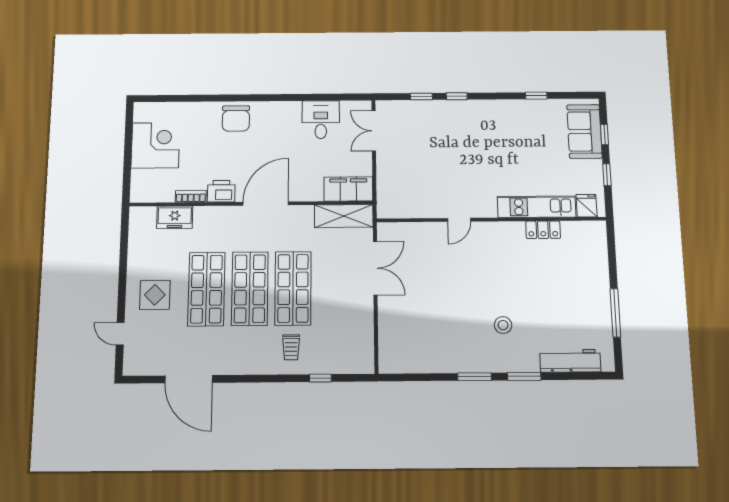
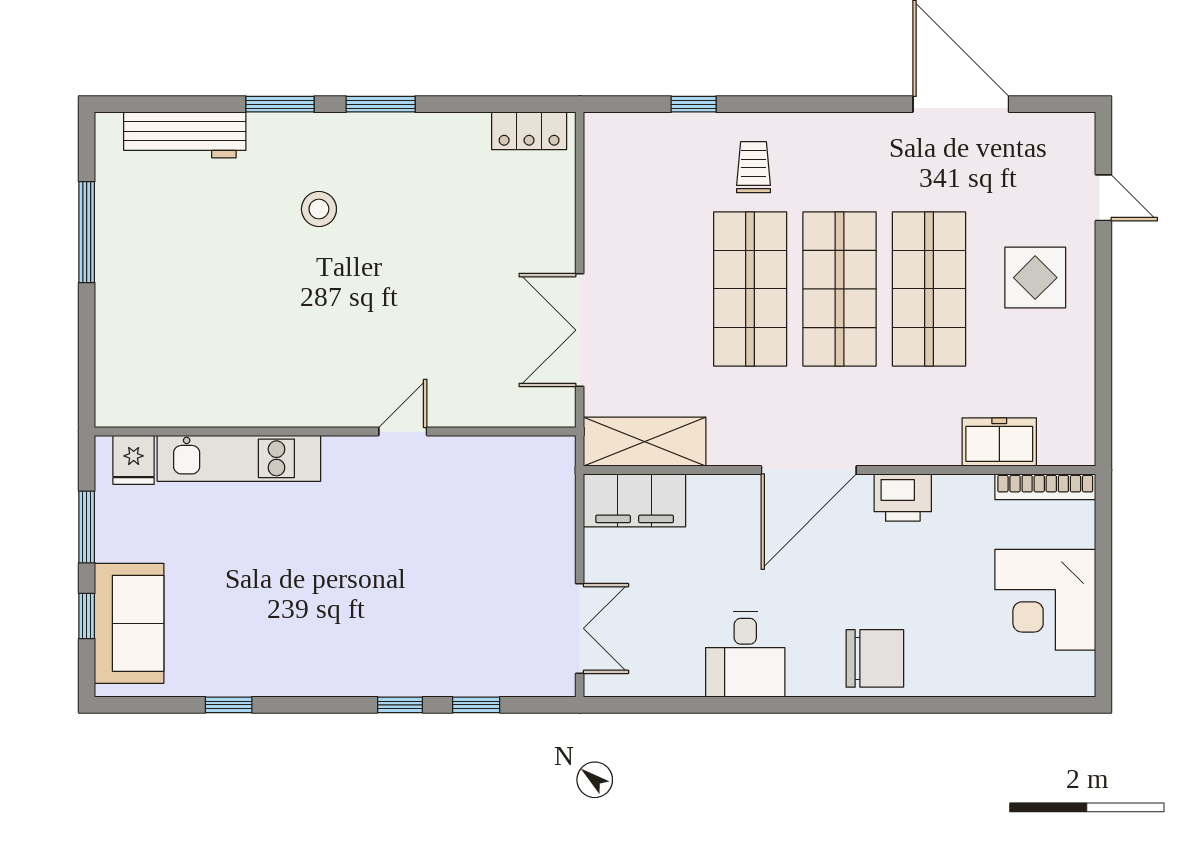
chair: (236, 118) -> (875, 658), turned 90
desk: (321, 120) -> (745, 654), moved
window: (607, 175) -> (87, 527), width x1.50
bookcase: (191, 196) -> (1045, 487), moved, width x1.56
locker: (543, 230) -> (529, 131), moved, turned 180

